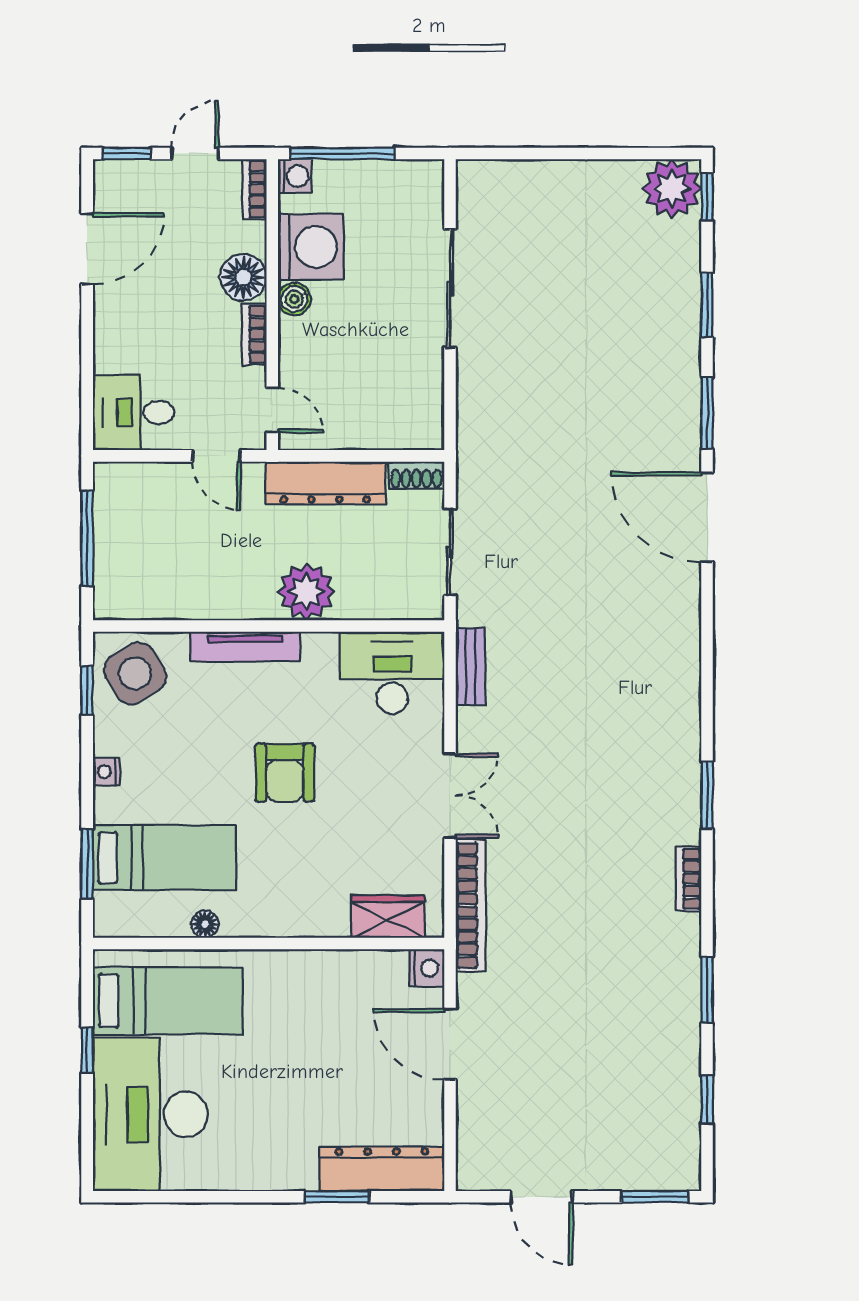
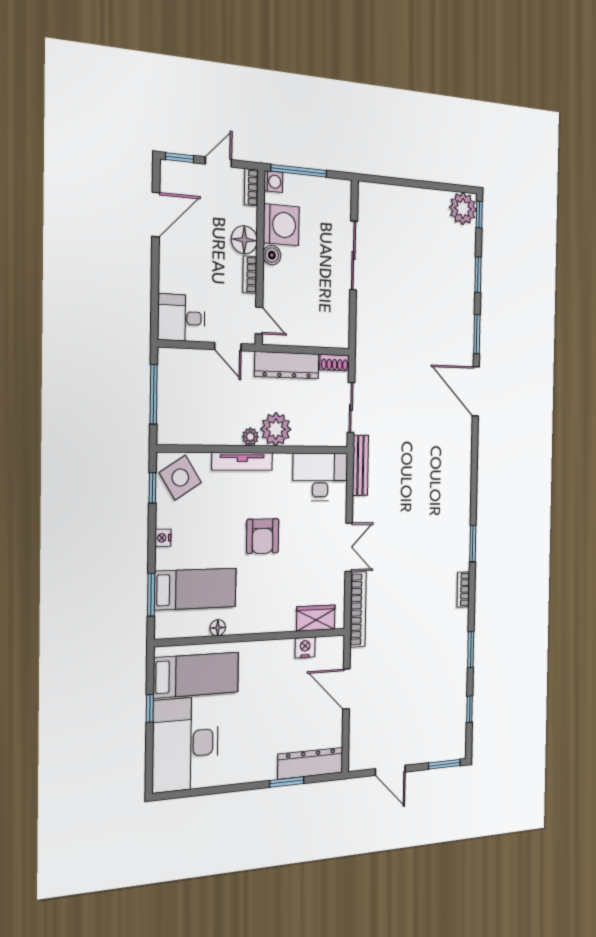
plant: (259, 605) -> (250, 437), added
bench: (470, 667) -> (360, 465), width x1.36
nightstand: (427, 968) -> (305, 647), moved, turned -90

